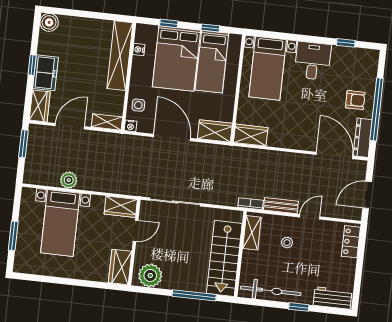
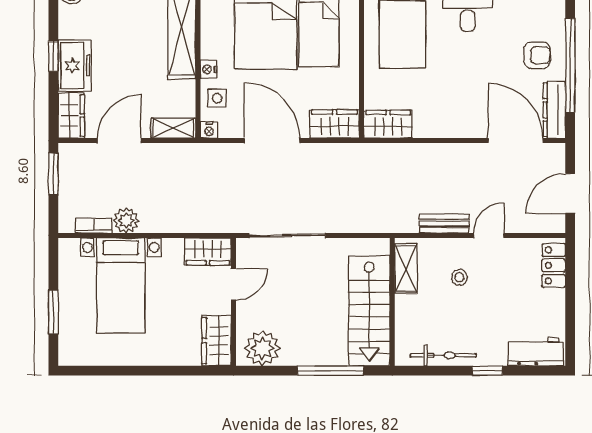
nightstand: (139, 50) -> (209, 69), moved
bookcase: (251, 204) -> (94, 226), moved
bicycle: (271, 291) -> (443, 355), width x0.73, depth x0.71

